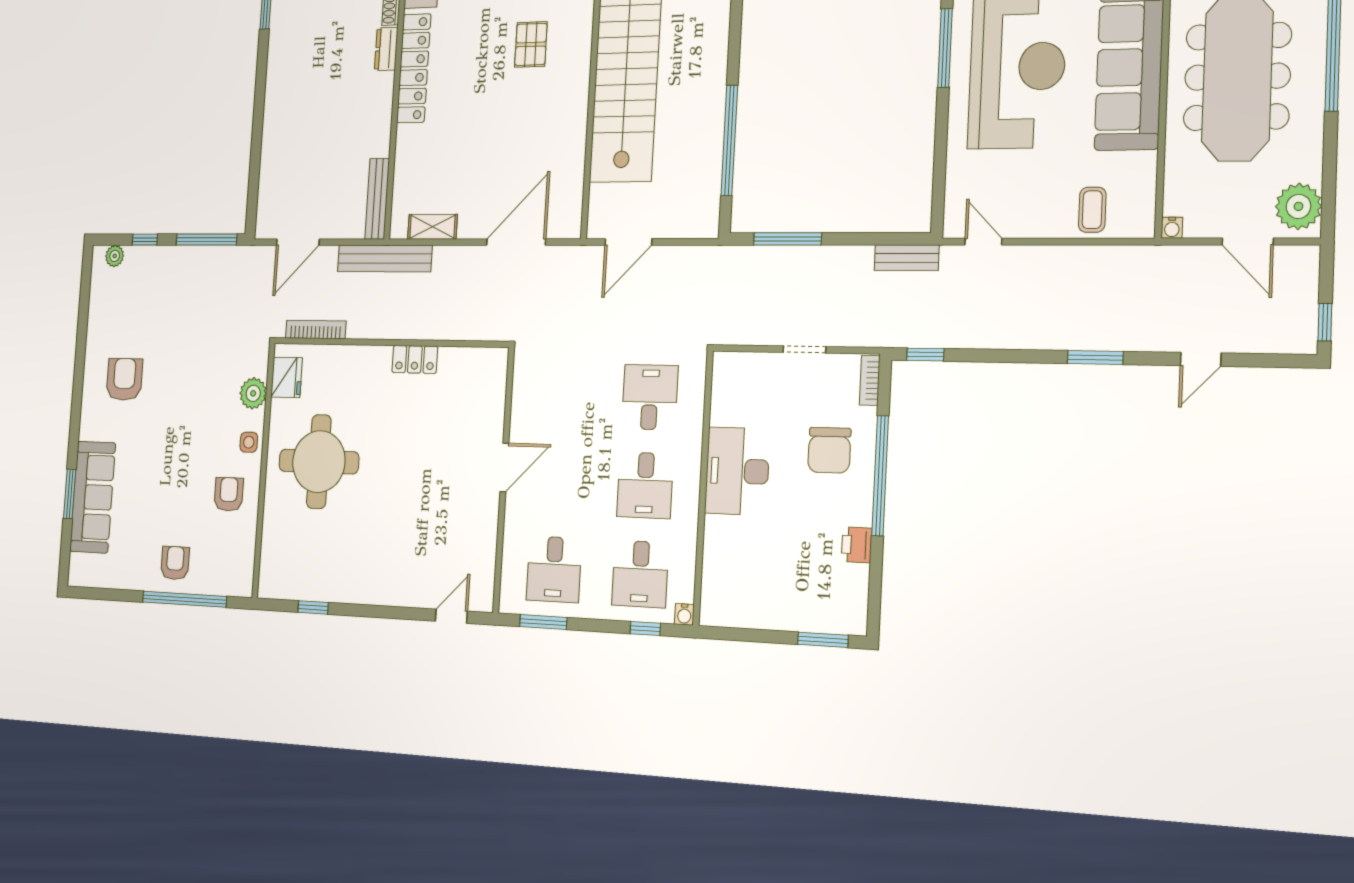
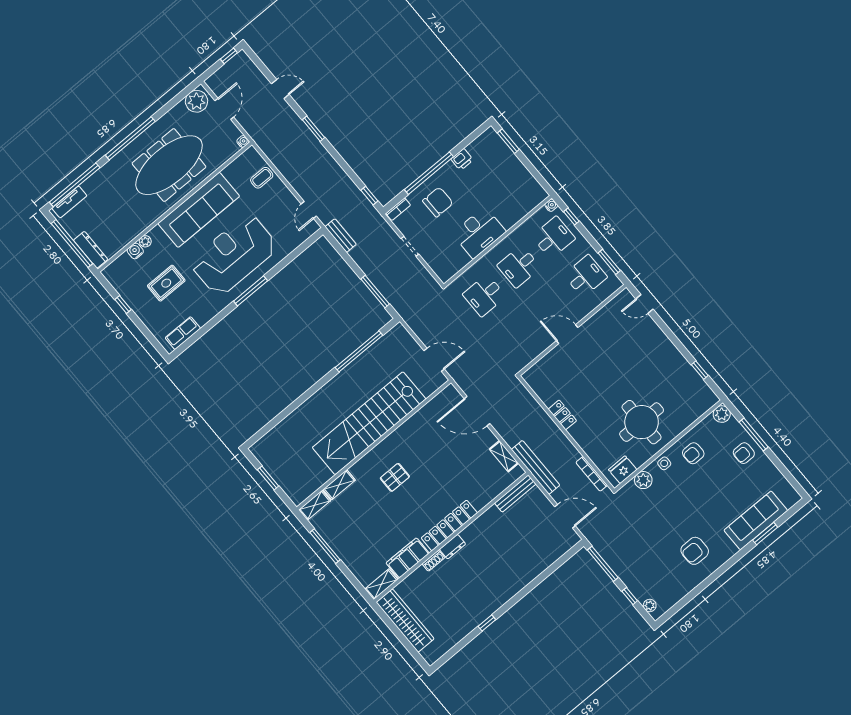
desk: (645, 485) -> (519, 266), turned 180
plant: (241, 582) -> (722, 414), added
window: (184, 599) -> (754, 435), width x0.68

